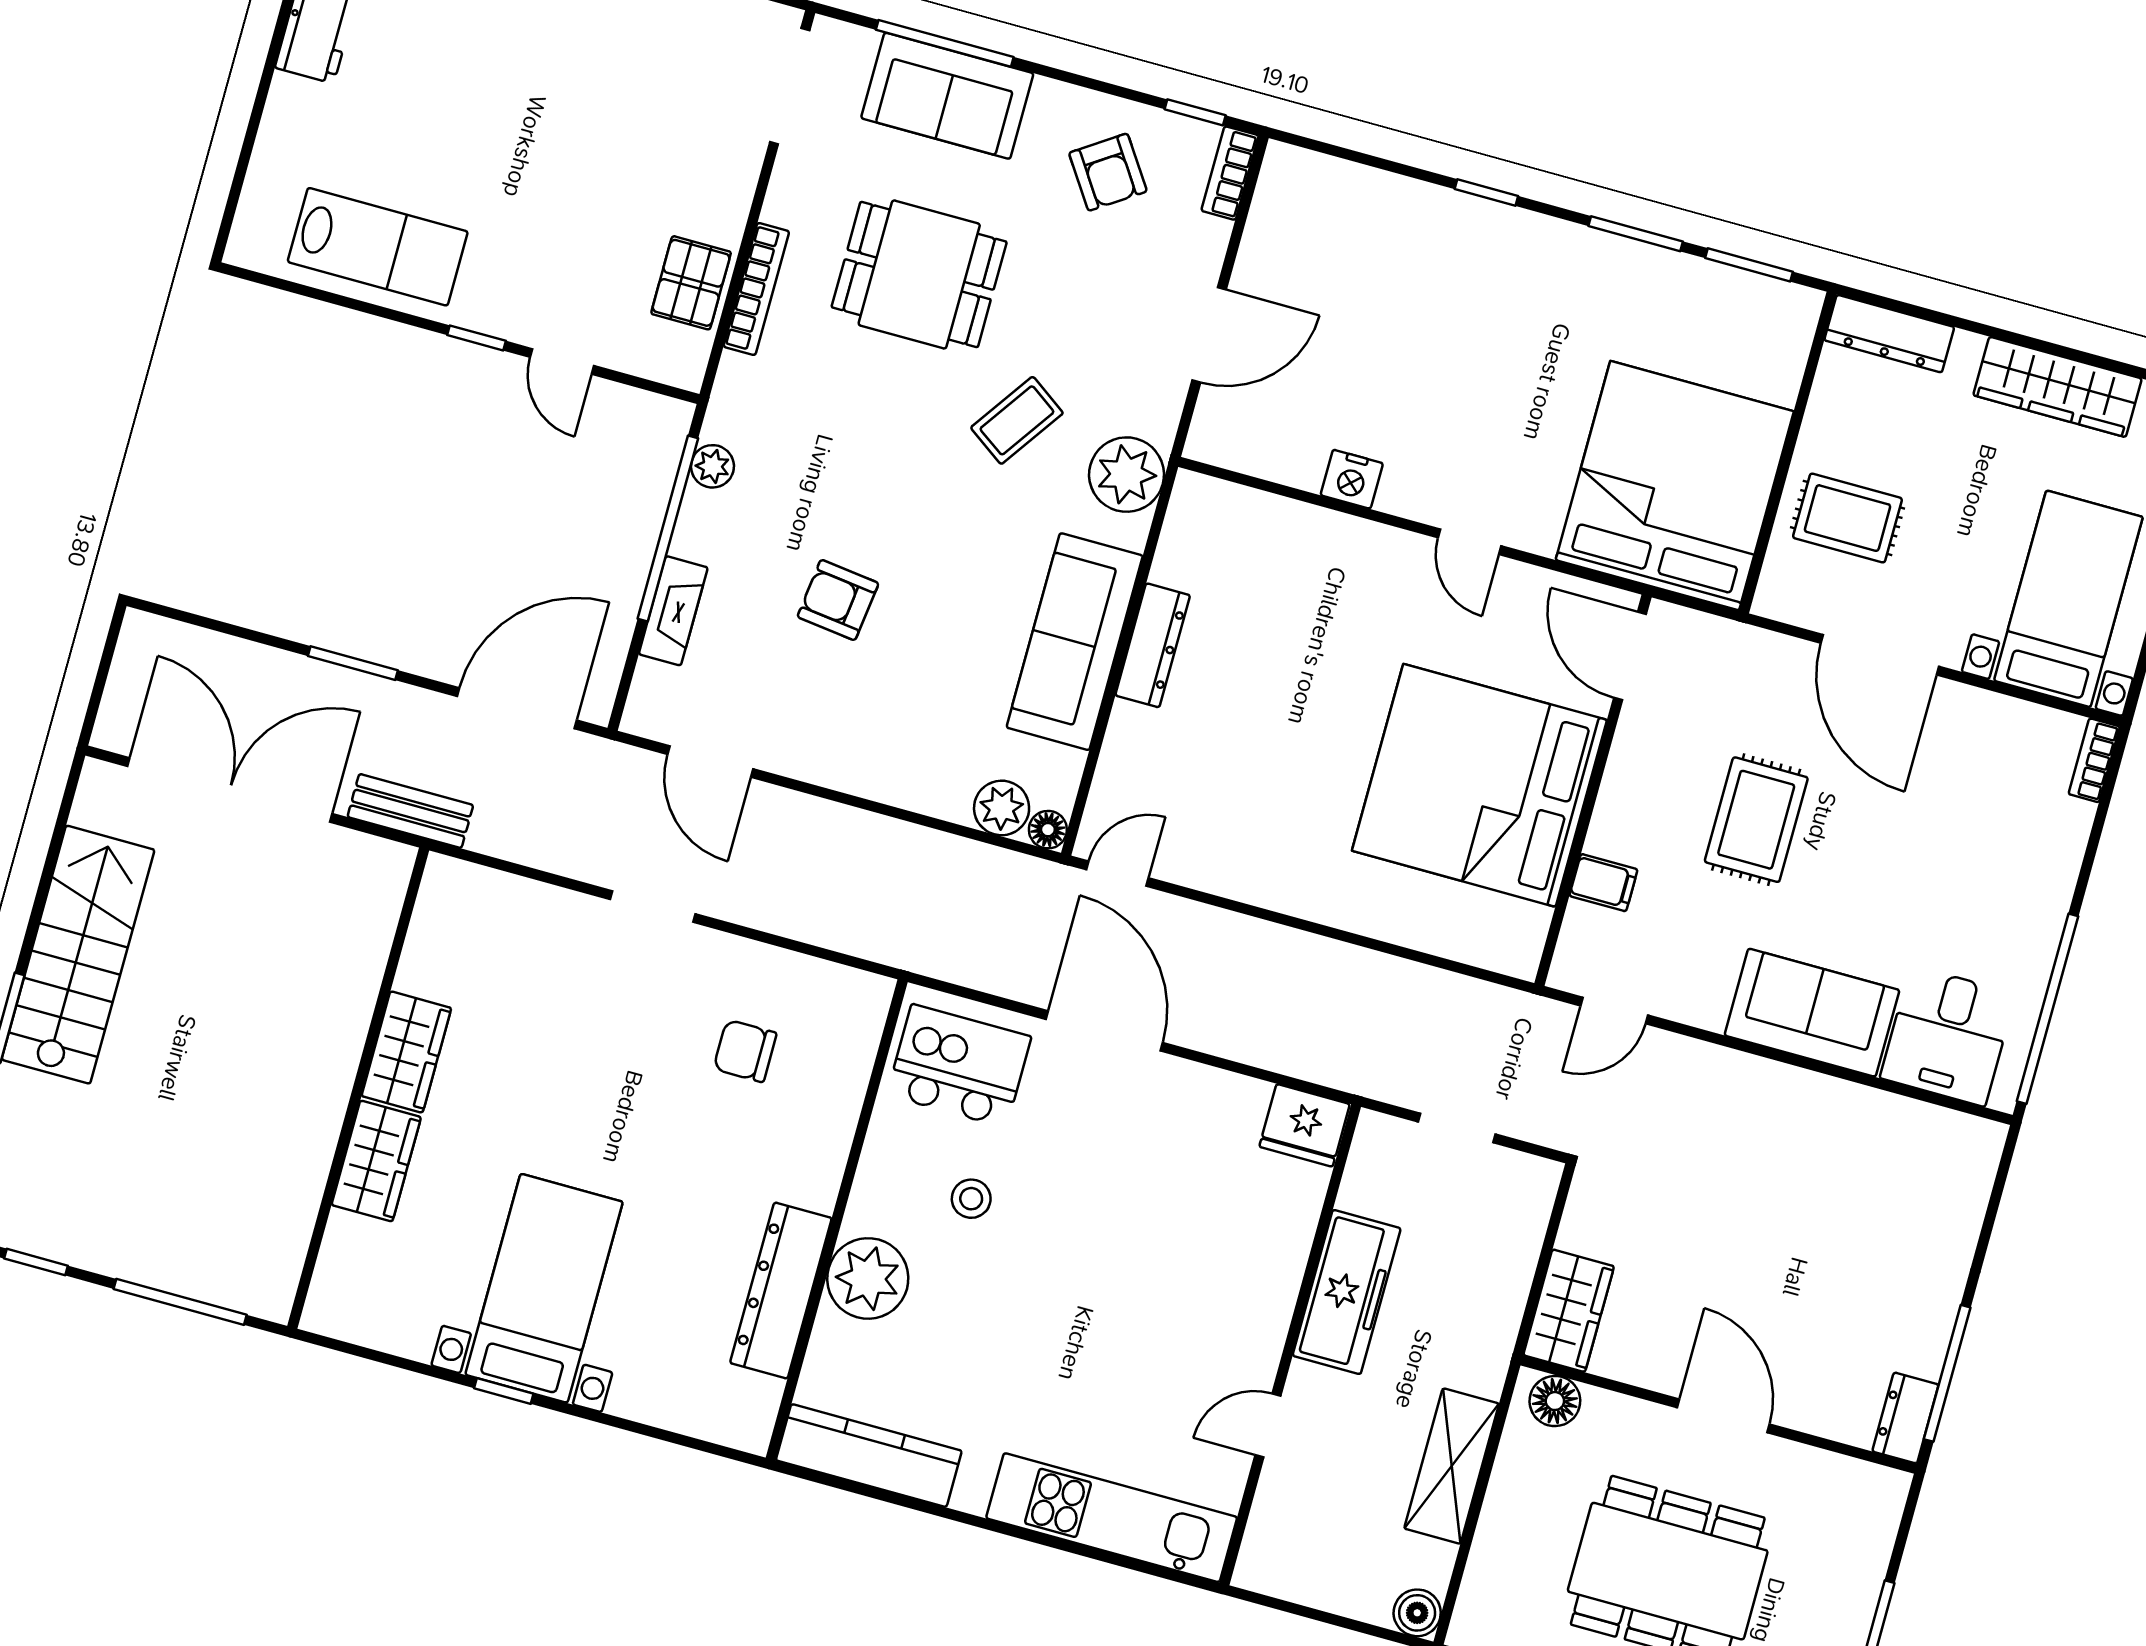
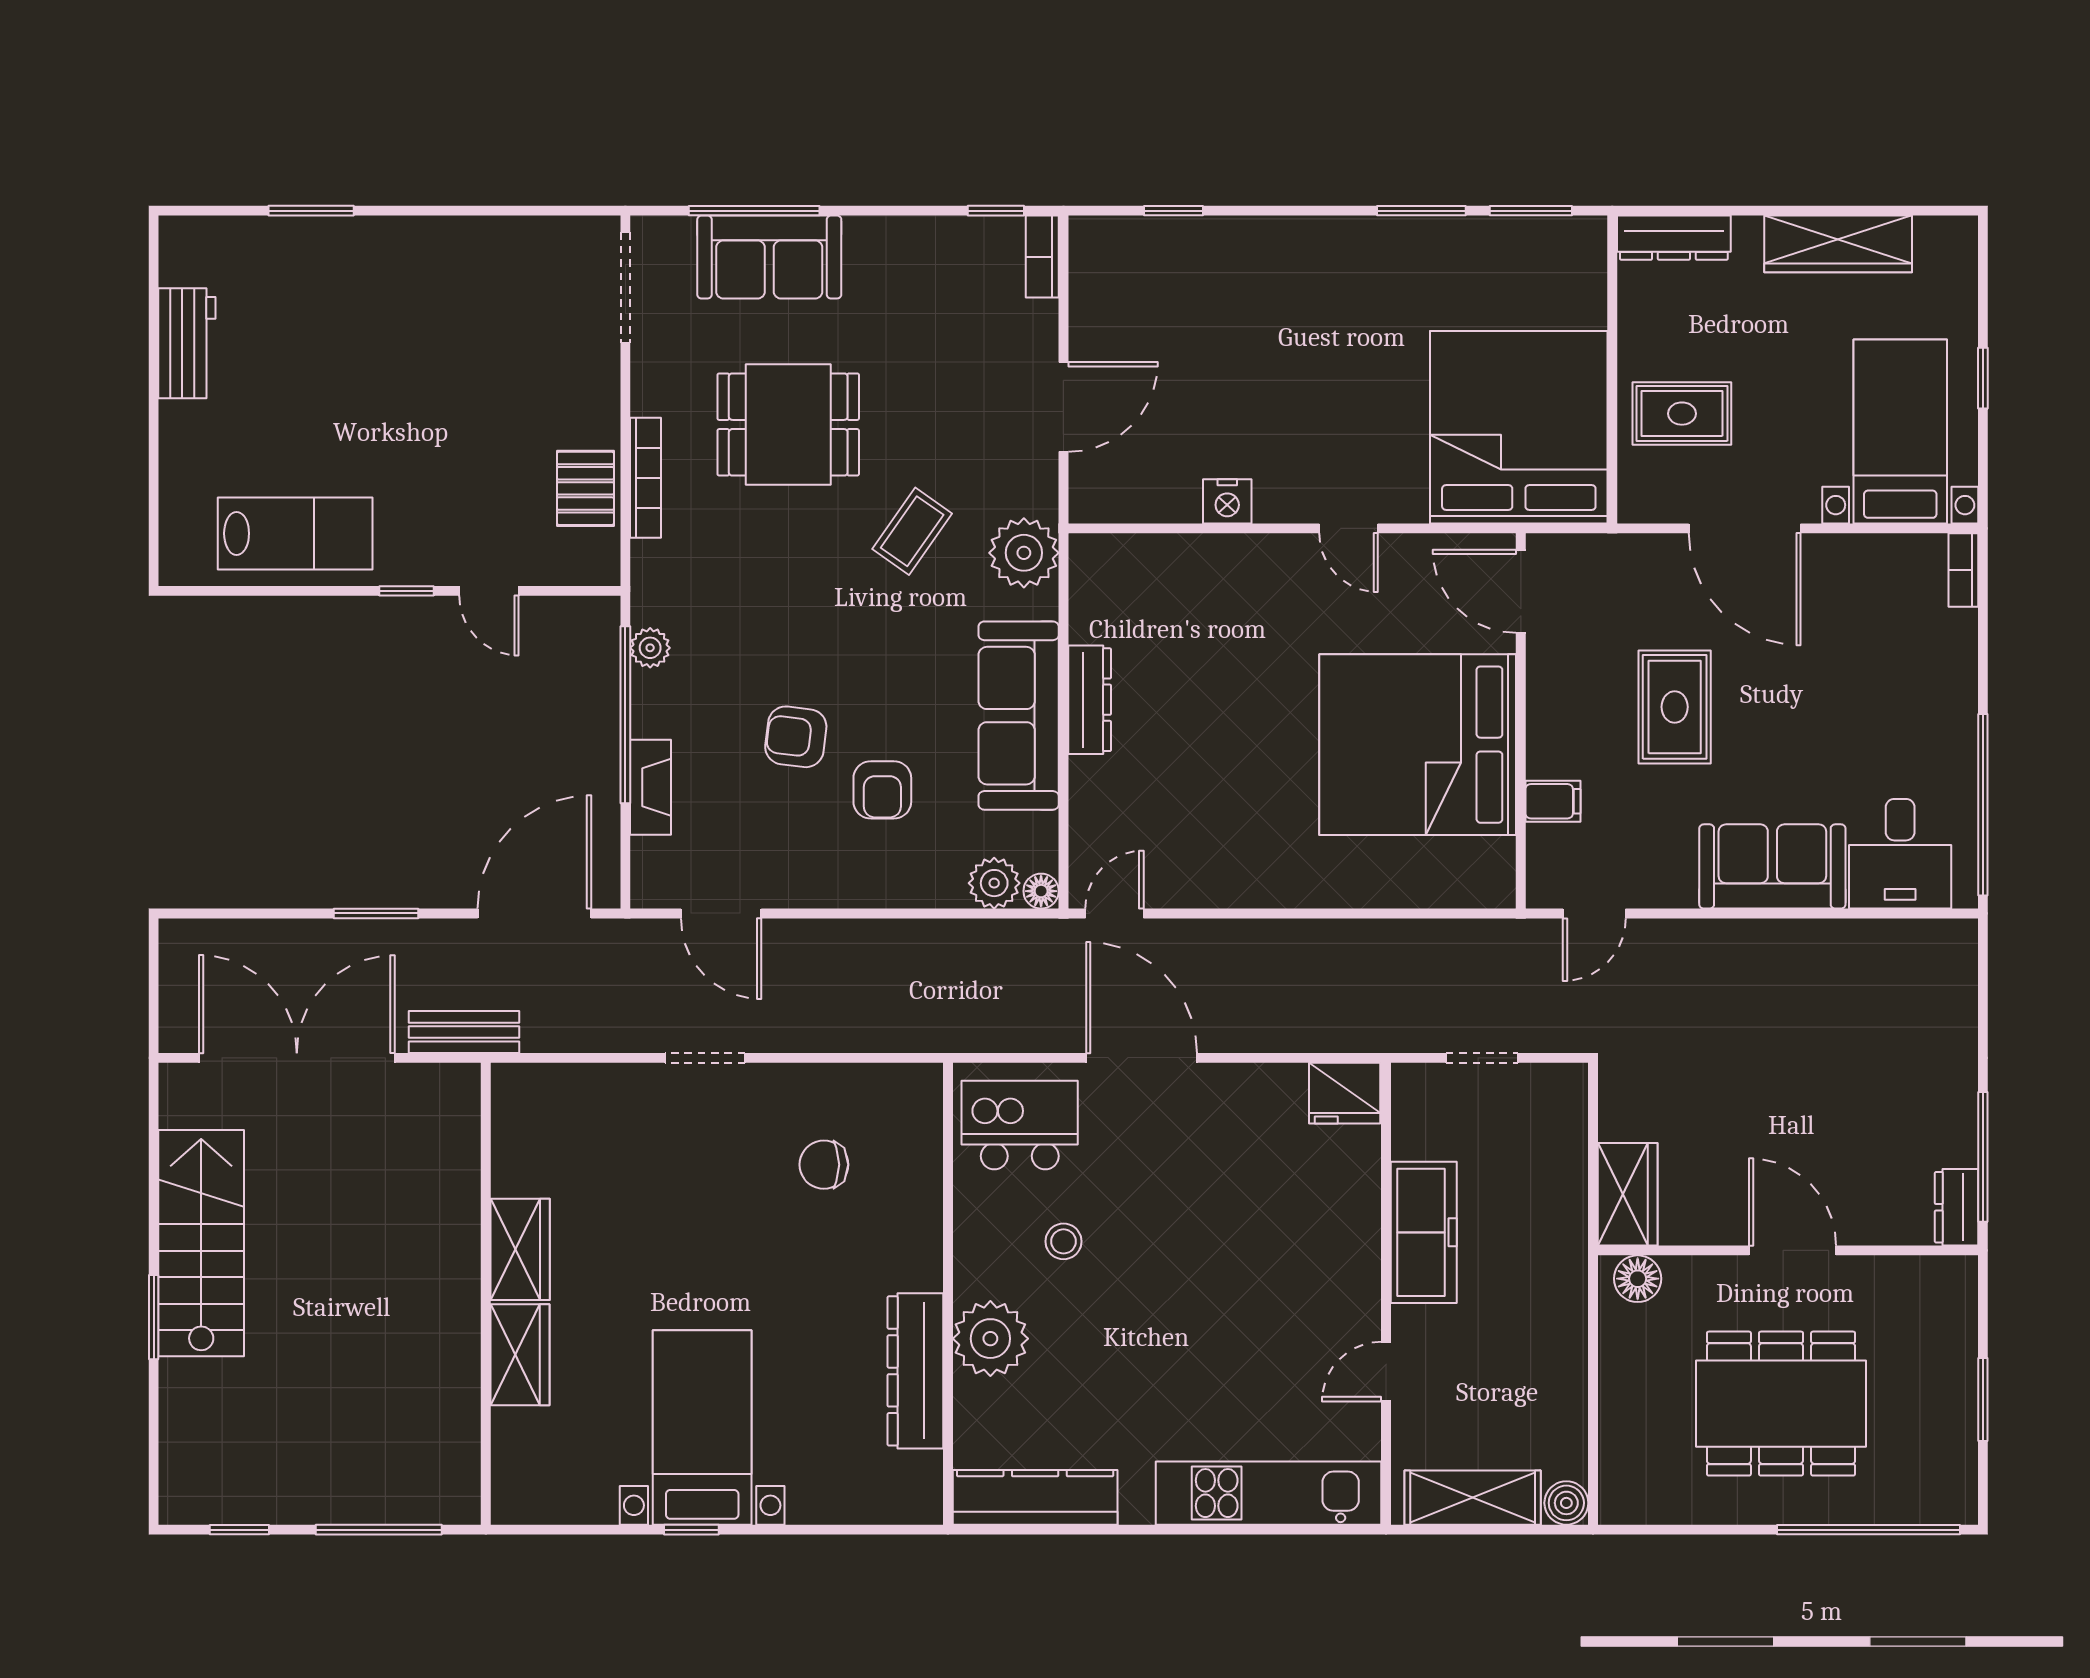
armchair: (1108, 172) -> (882, 790), moved, turned 34
window: (1486, 193) -> (1173, 211), moved
shelving: (1452, 1466) -> (1473, 1498), moved, turned 90

